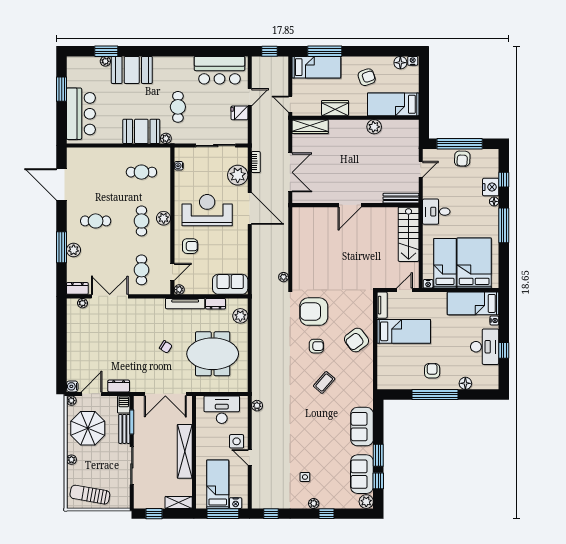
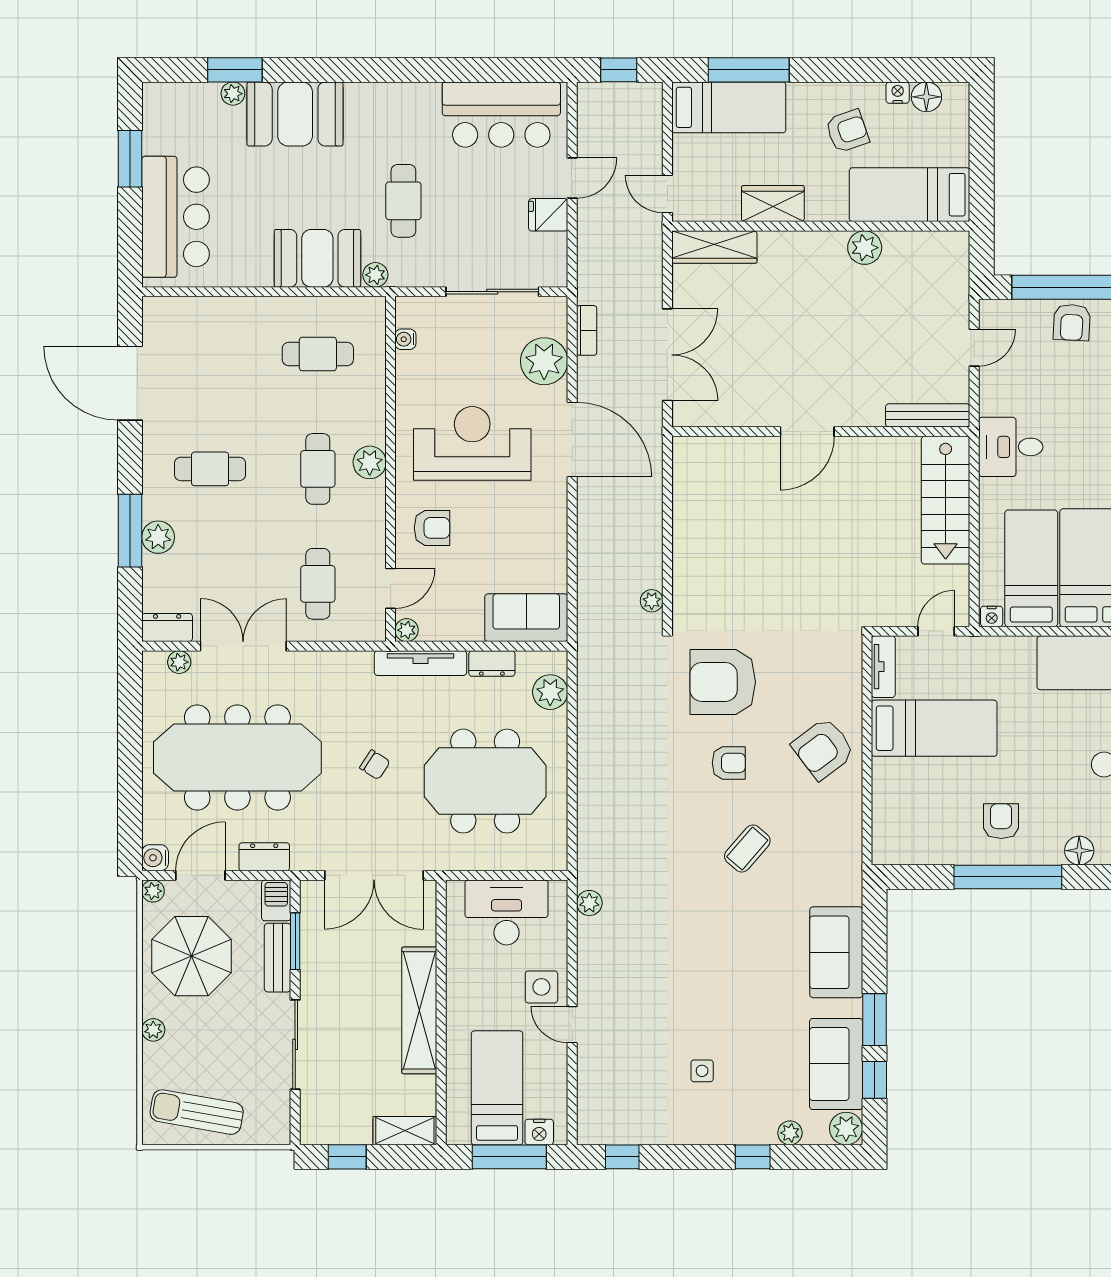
nightstand: (413, 61) -> (898, 93), moved
meeting table: (107, 344) -> (237, 758), added
plant: (314, 503) -> (790, 1133), moved

